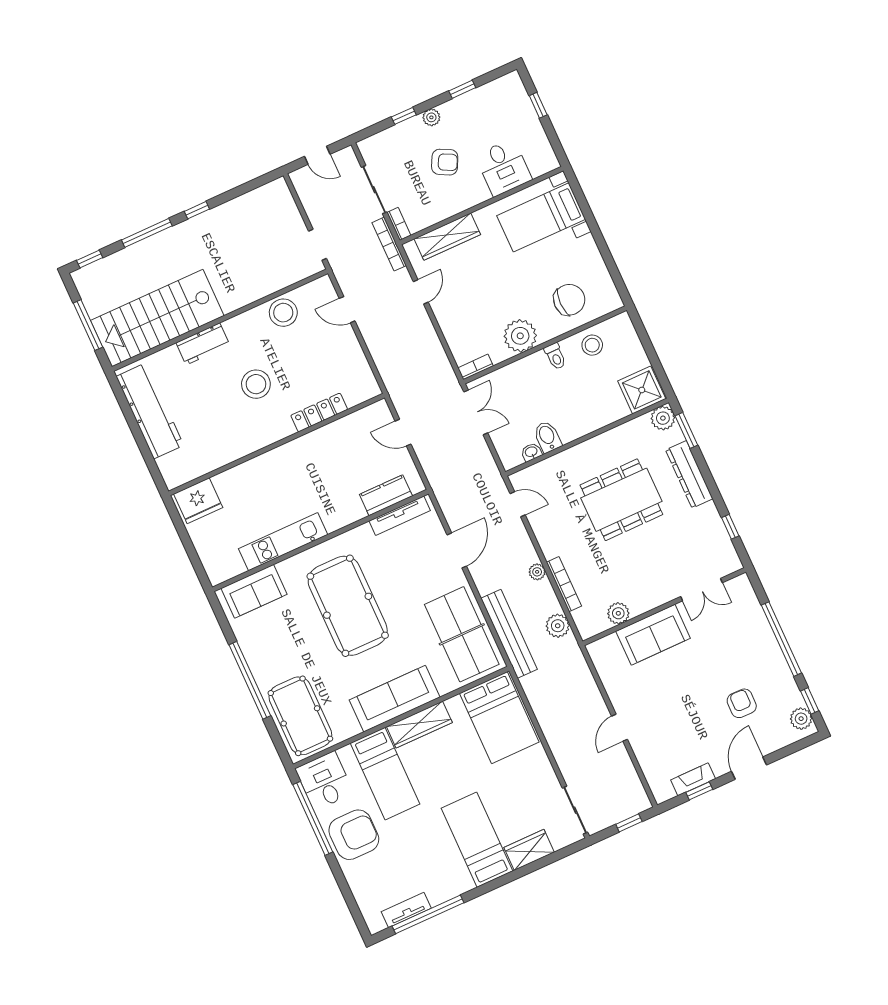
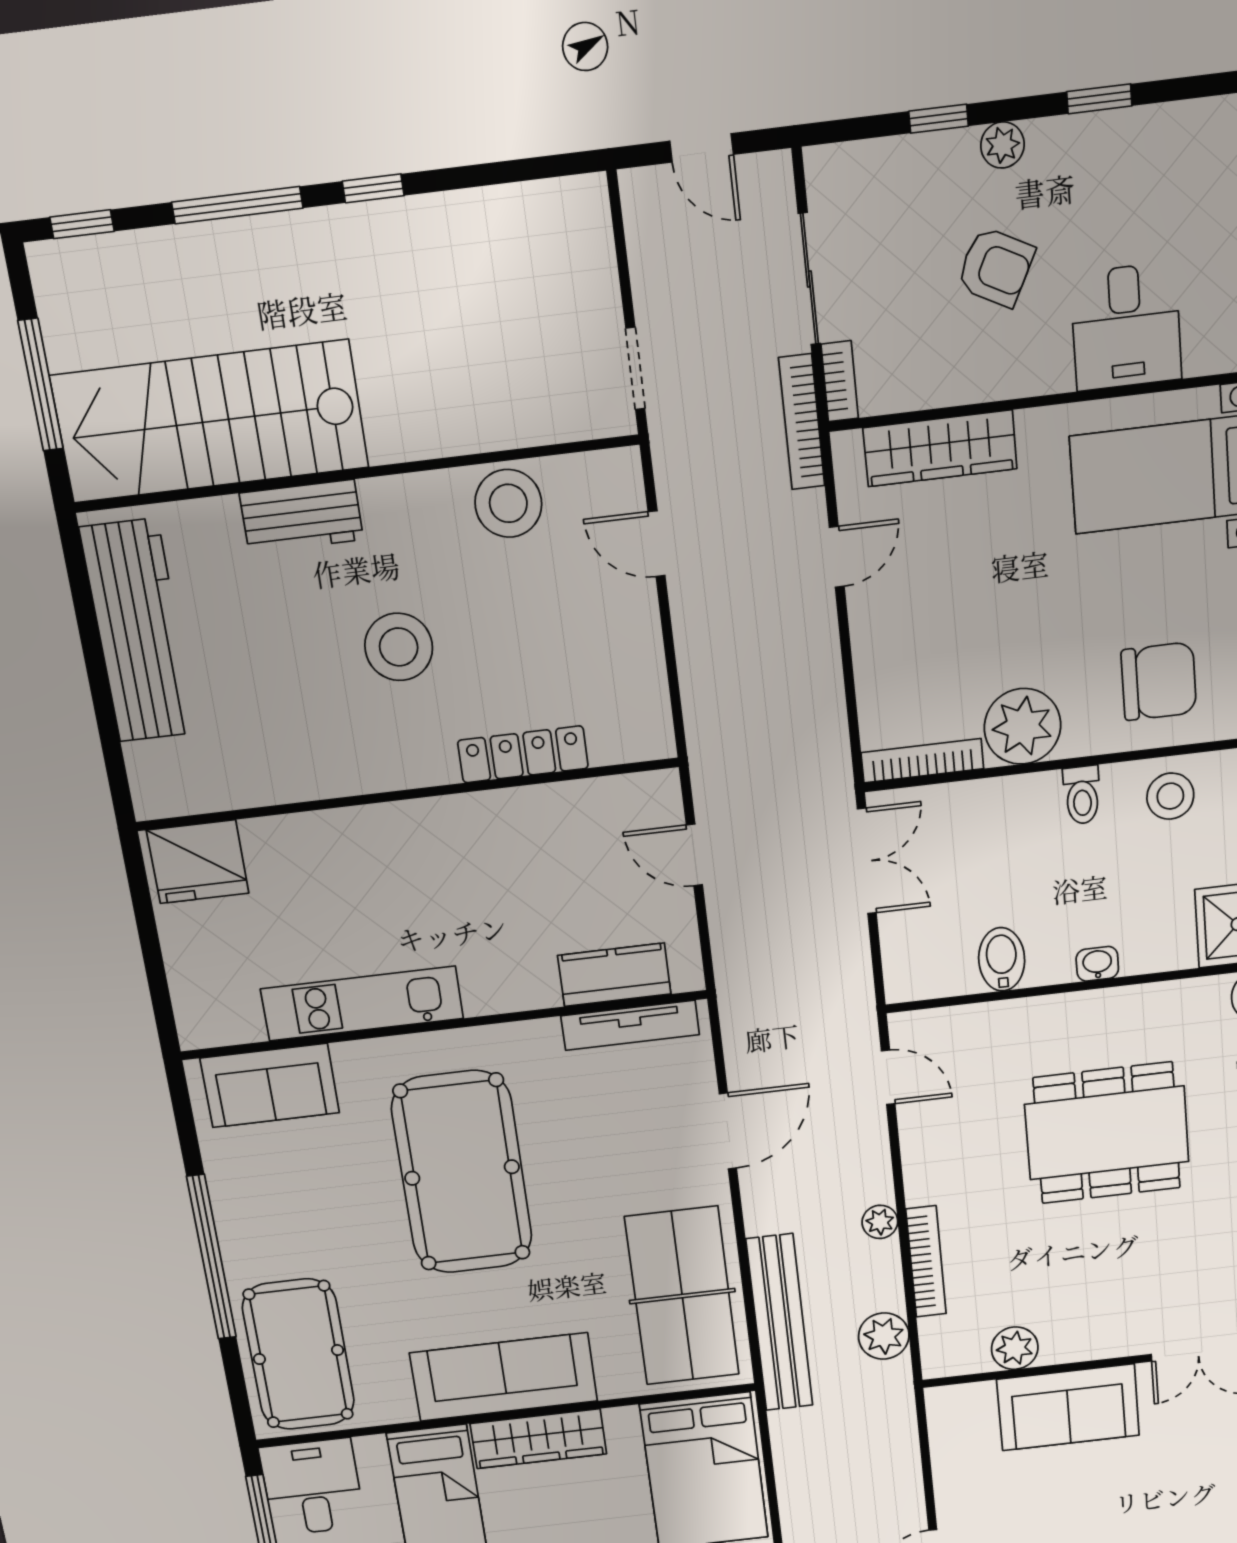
bookcase: (476, 367) -> (922, 761), width x1.56
washbasin: (531, 452) -> (1097, 964), moved

